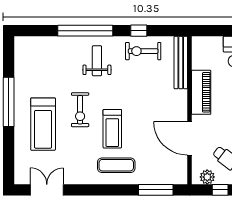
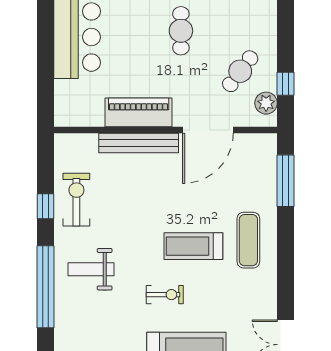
exercise bike: (143, 51) -> (76, 200), turned 180
bench: (181, 63) -> (139, 143), moved
exercise bike: (80, 110) -> (165, 295), width x0.73, depth x0.72
treadmill: (112, 129) -> (193, 246), turned 180

